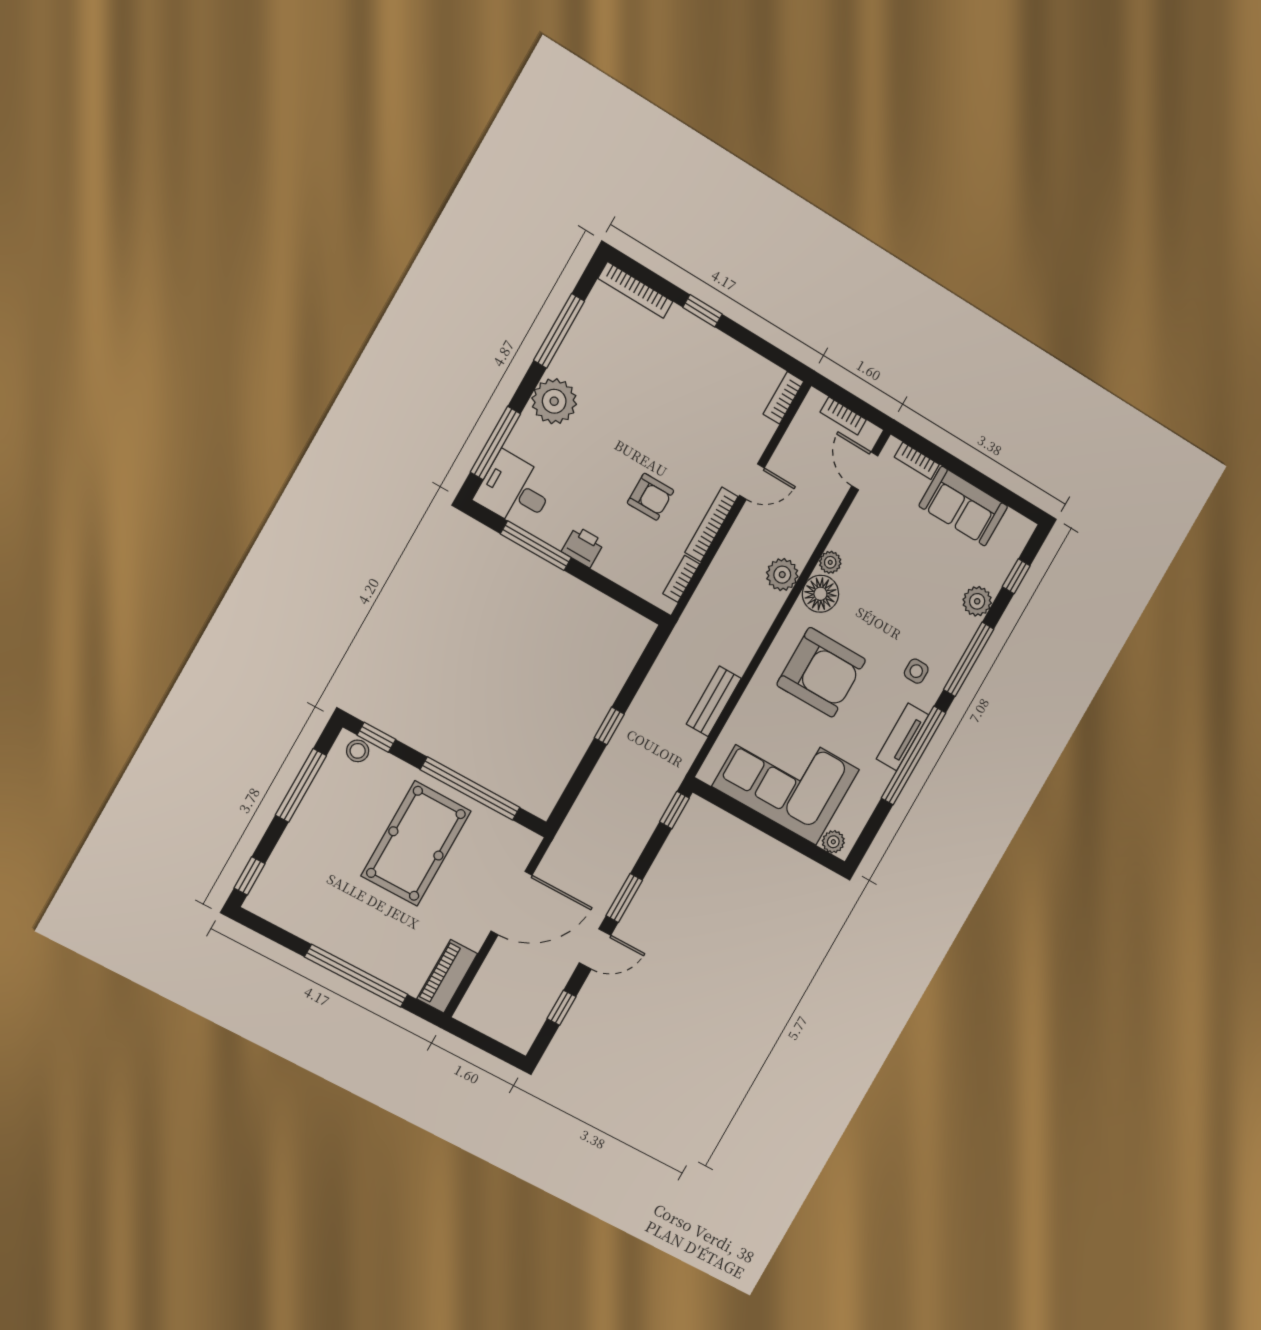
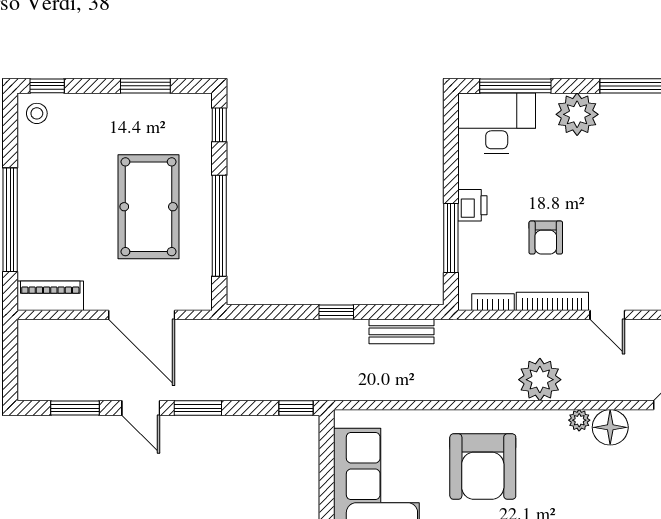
desk: (515, 490) -> (497, 123), width x1.37
window: (536, 546) -> (451, 238), moved
plant: (782, 575) -> (540, 380), width x1.36, depth x1.36
floor lamp: (820, 594) -> (610, 427), moved
bench: (714, 701) -> (402, 331), moved
stool: (358, 751) -> (37, 113), moved
window: (301, 785) -> (145, 86), width x0.69
pool table: (416, 843) -> (149, 207), turned 90
window: (562, 1008) -> (75, 408), width x1.50

